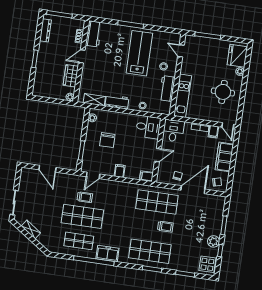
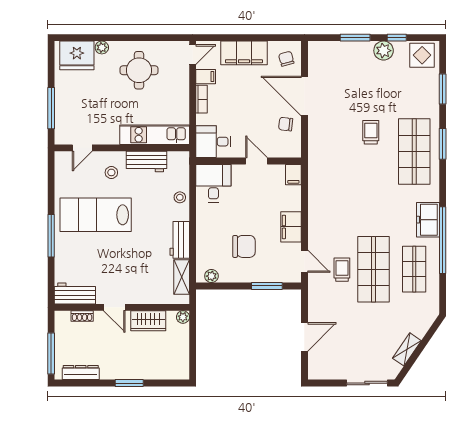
filing cabinet: (120, 171) -> (291, 227), width x2.00
shop shelf: (157, 202) -> (333, 151), removed

